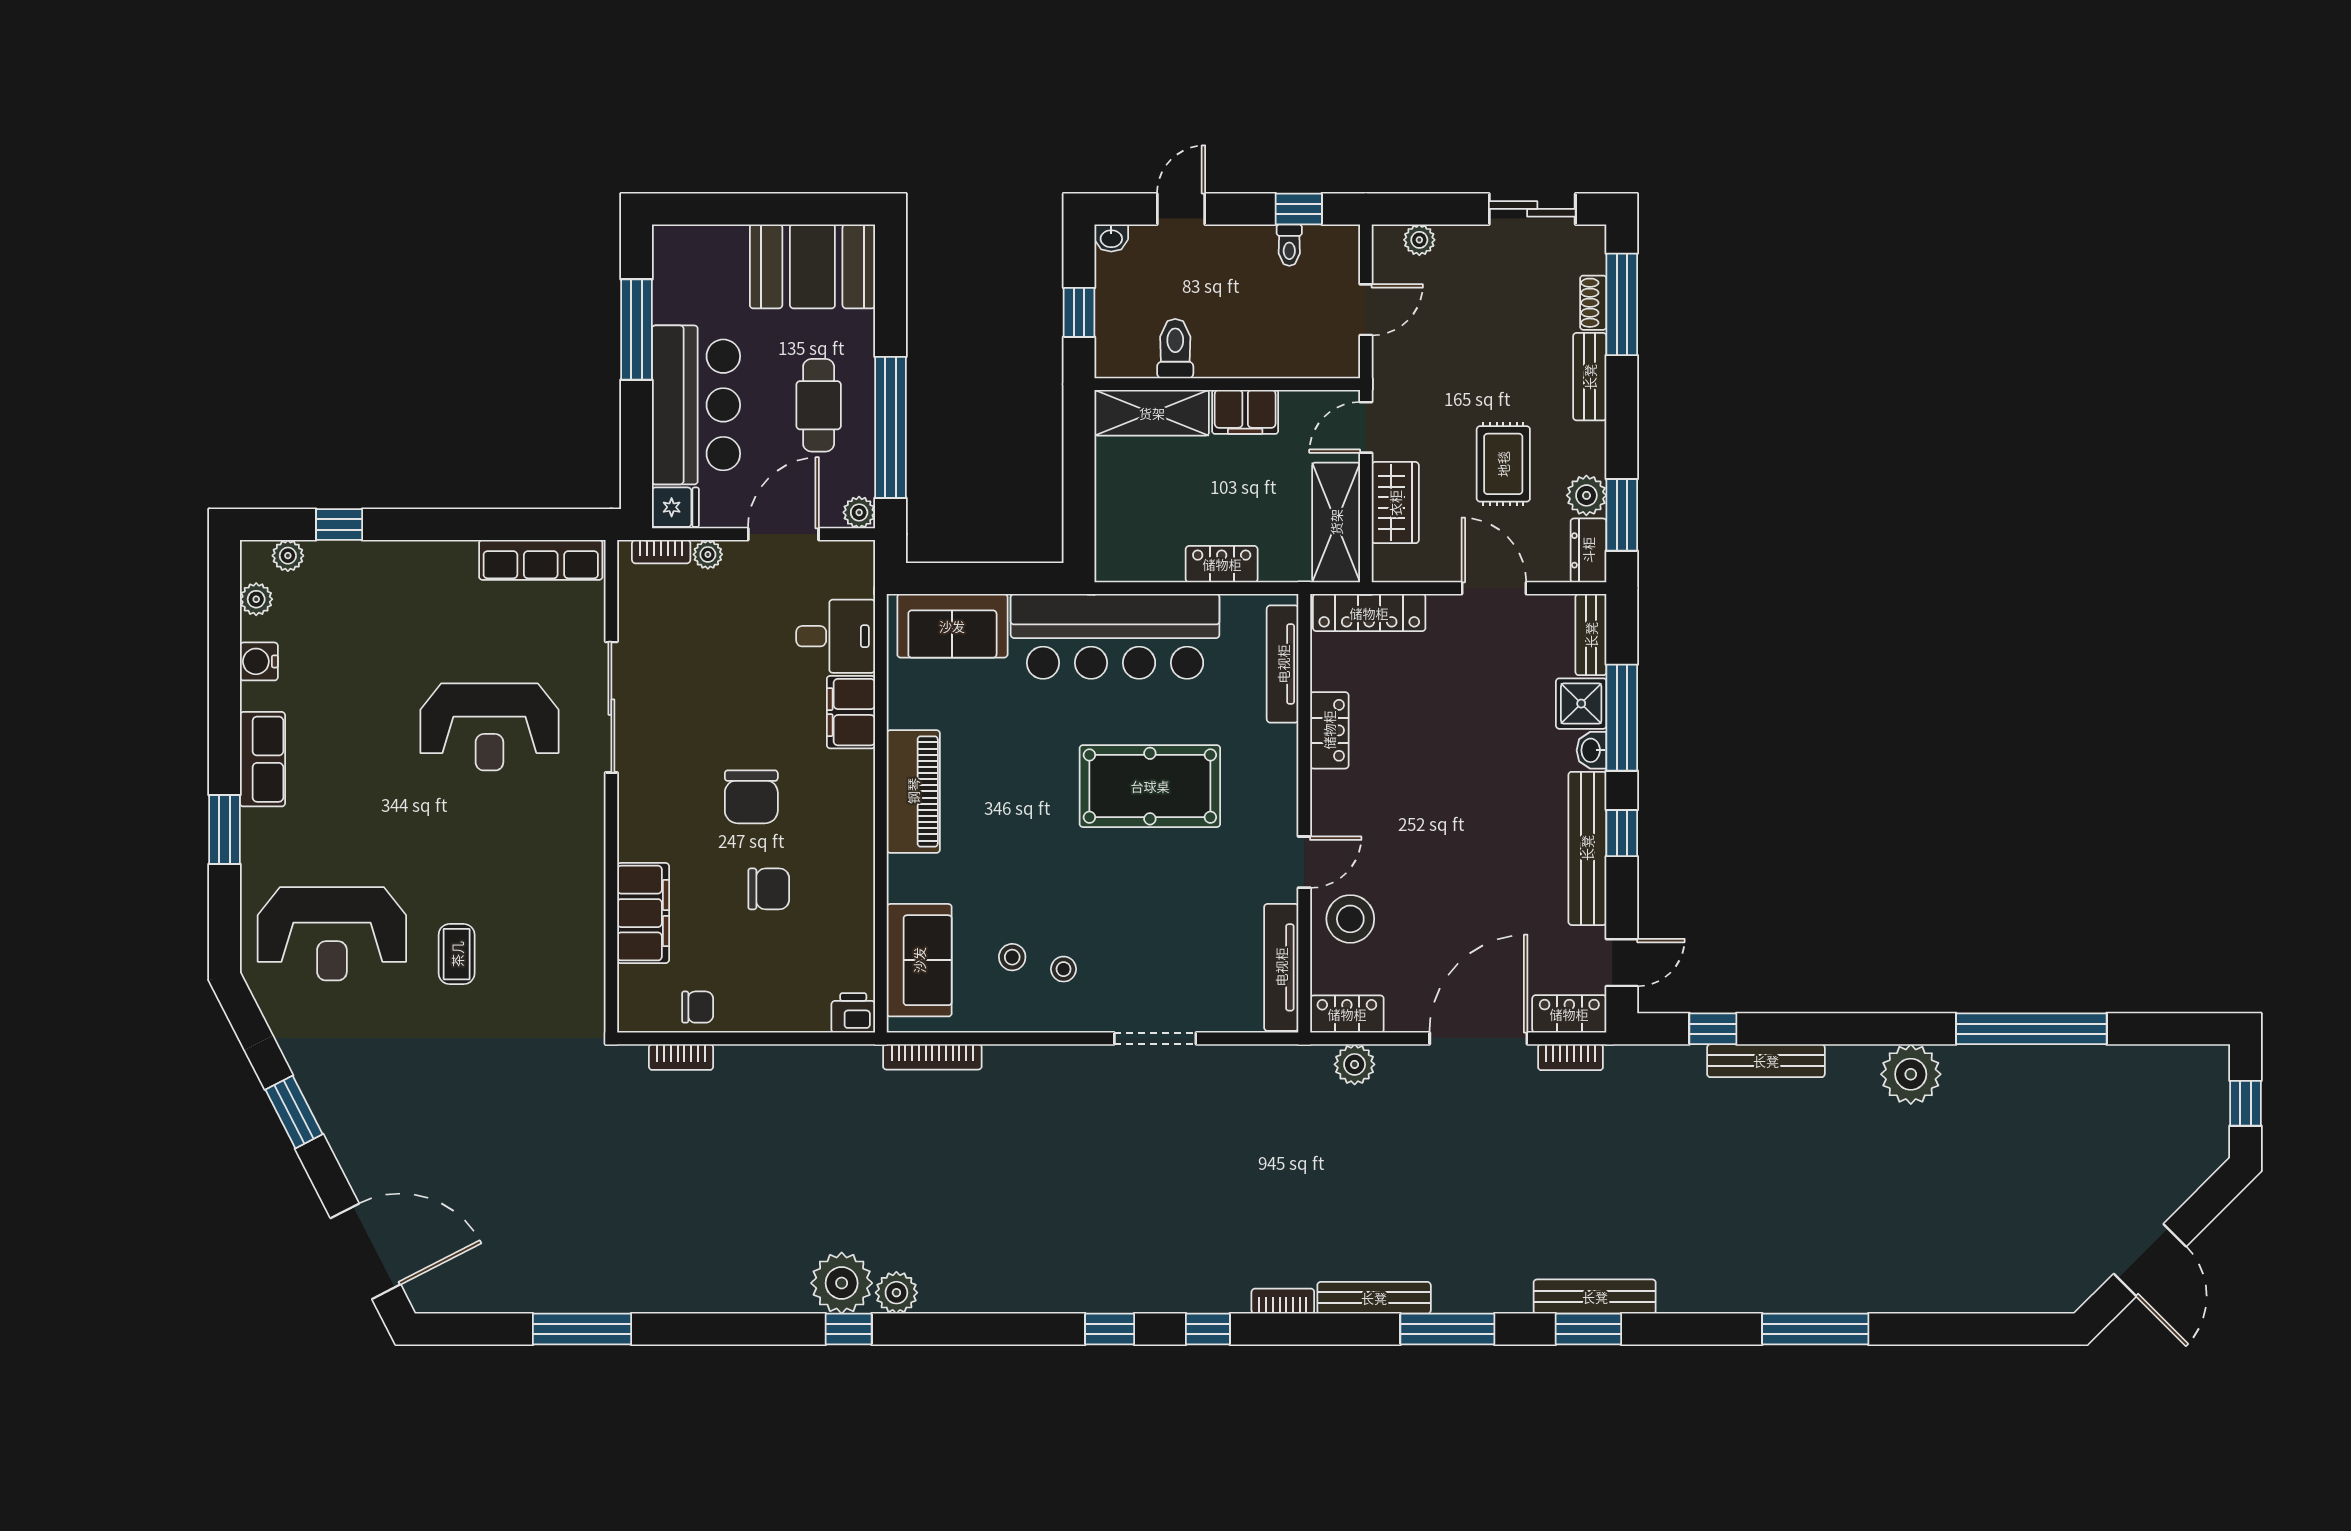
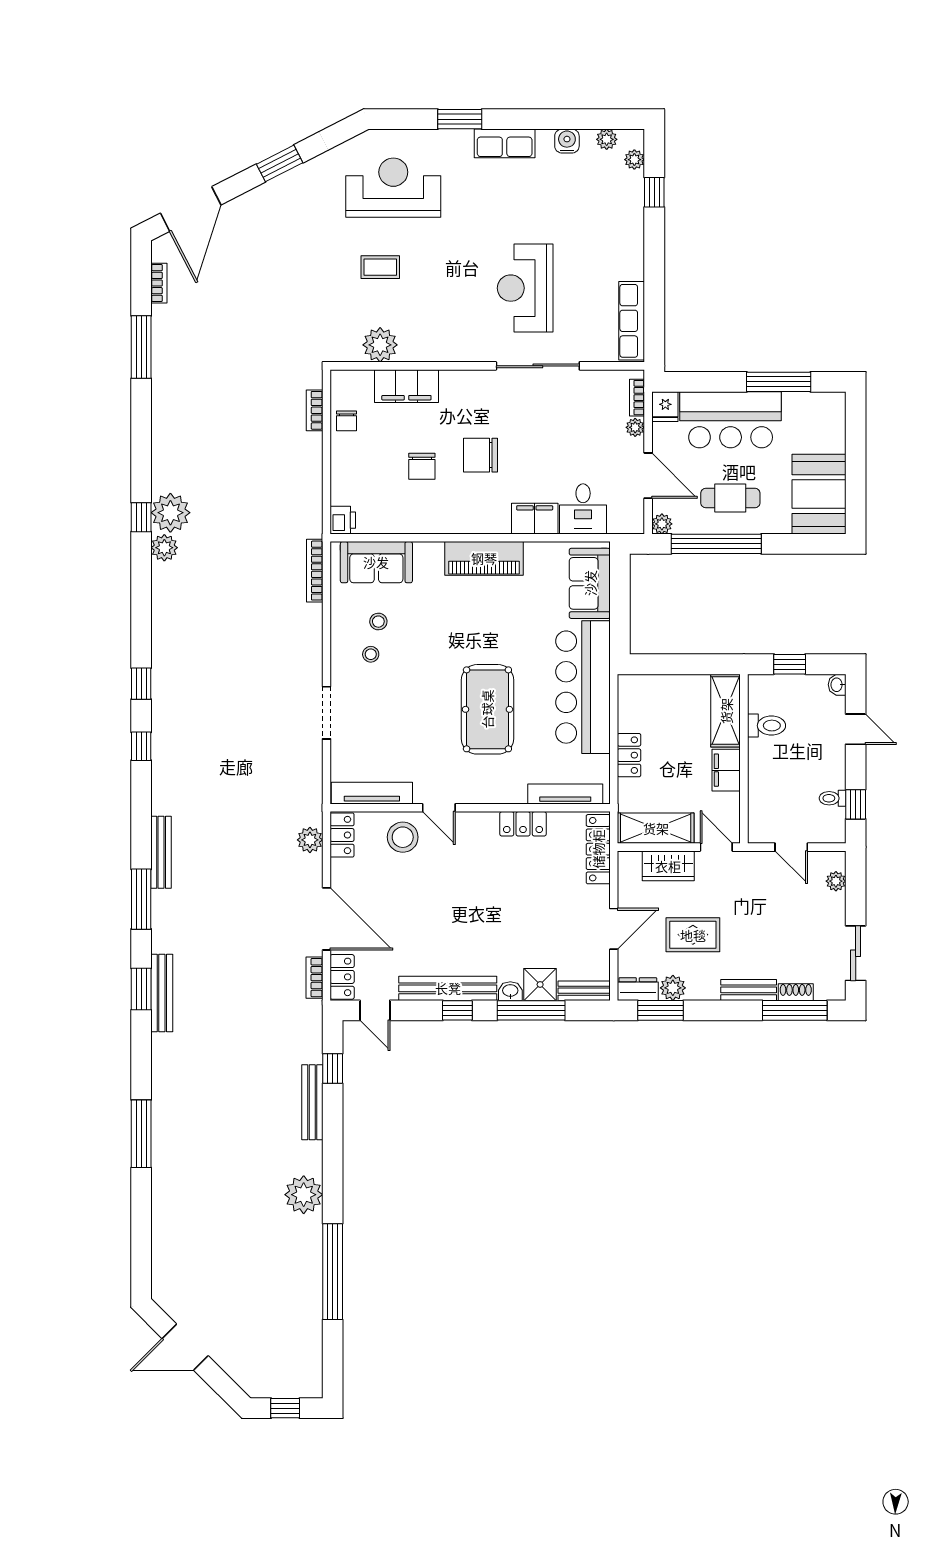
reception desk: (332, 934) -> (393, 188), turned 90
plant: (578, 954) -> (380, 345), added
bookcase: (1283, 1301) -> (159, 283), moved

